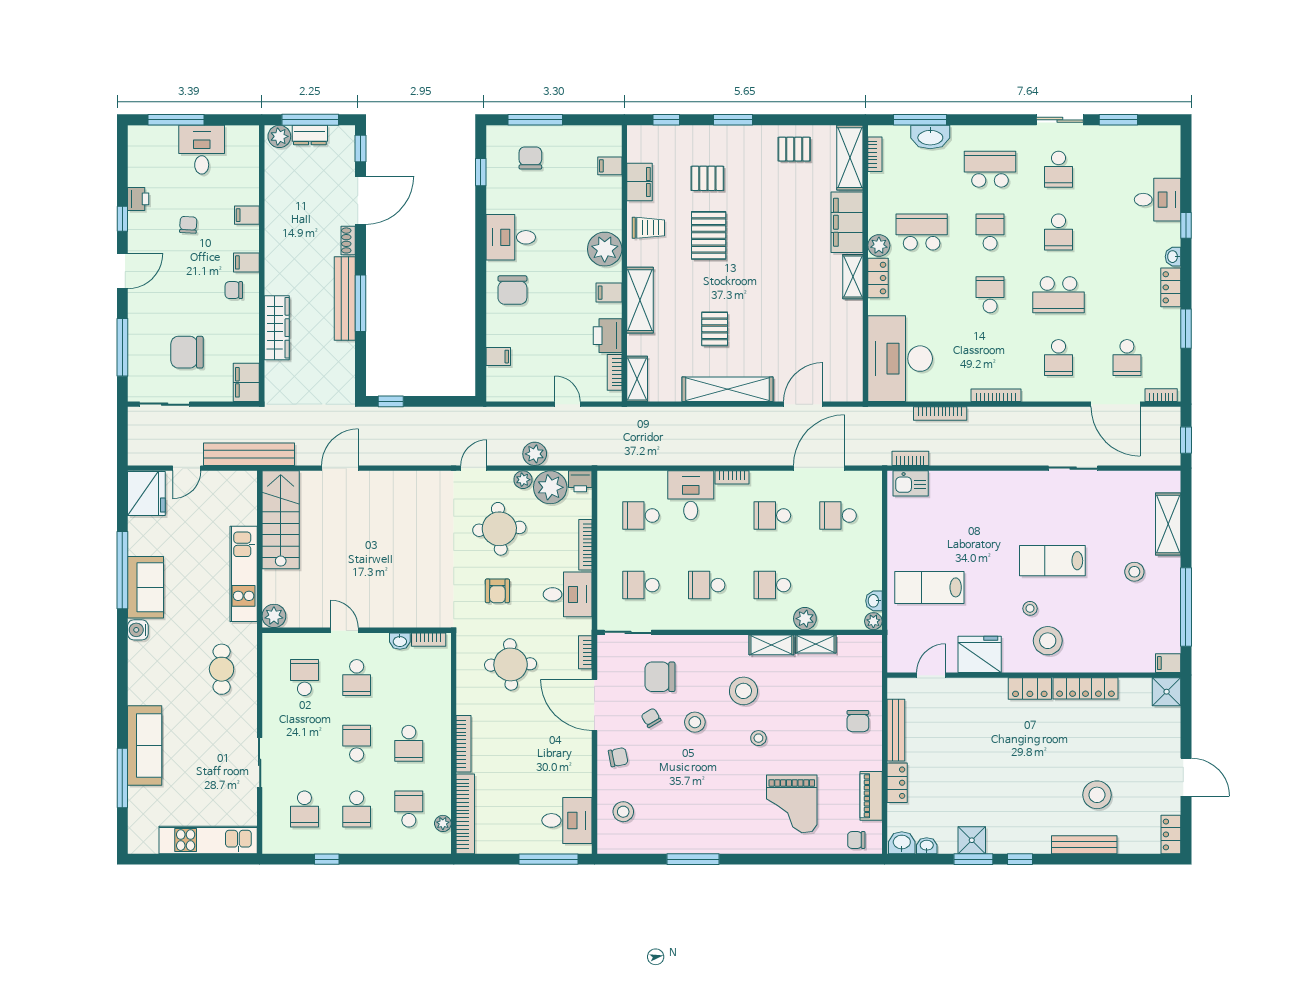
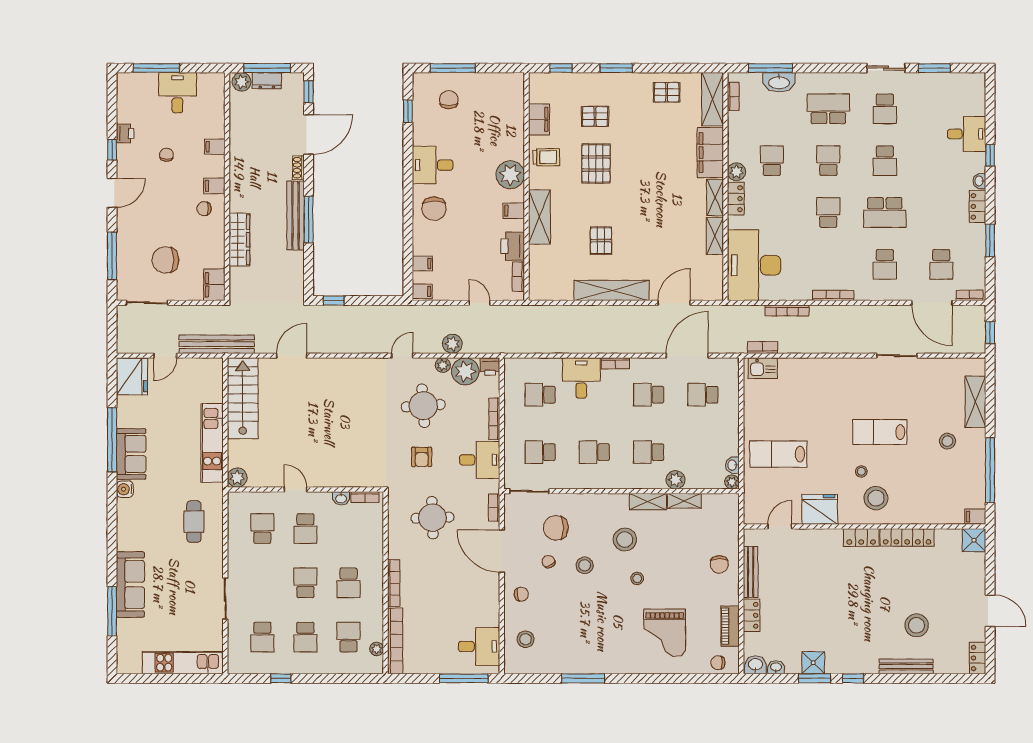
filing cabinet: (610, 166) -> (422, 291), moved, turned 180
school desk: (922, 232) -> (772, 161), width x0.54
shelving: (637, 379) -> (715, 236), moved

